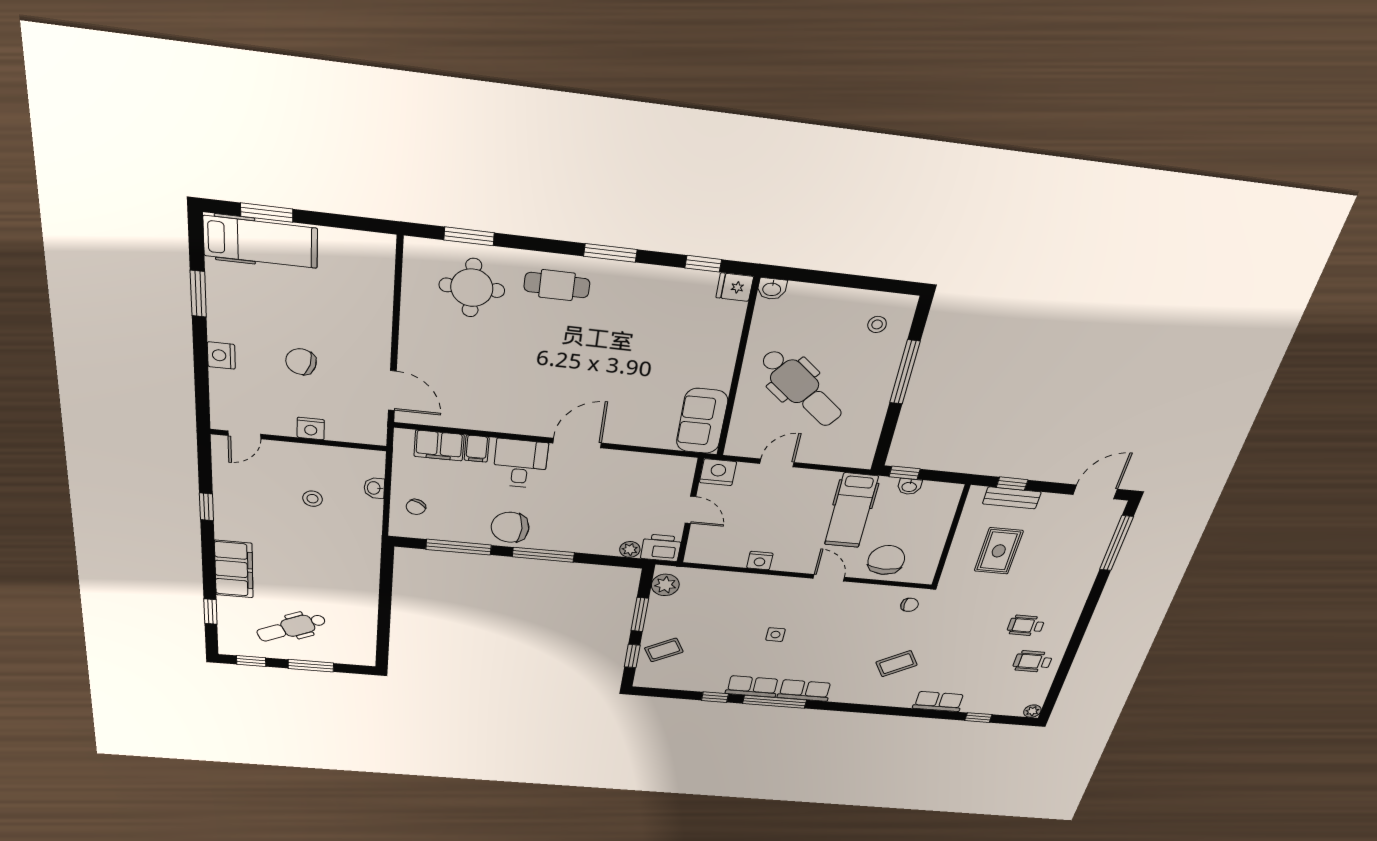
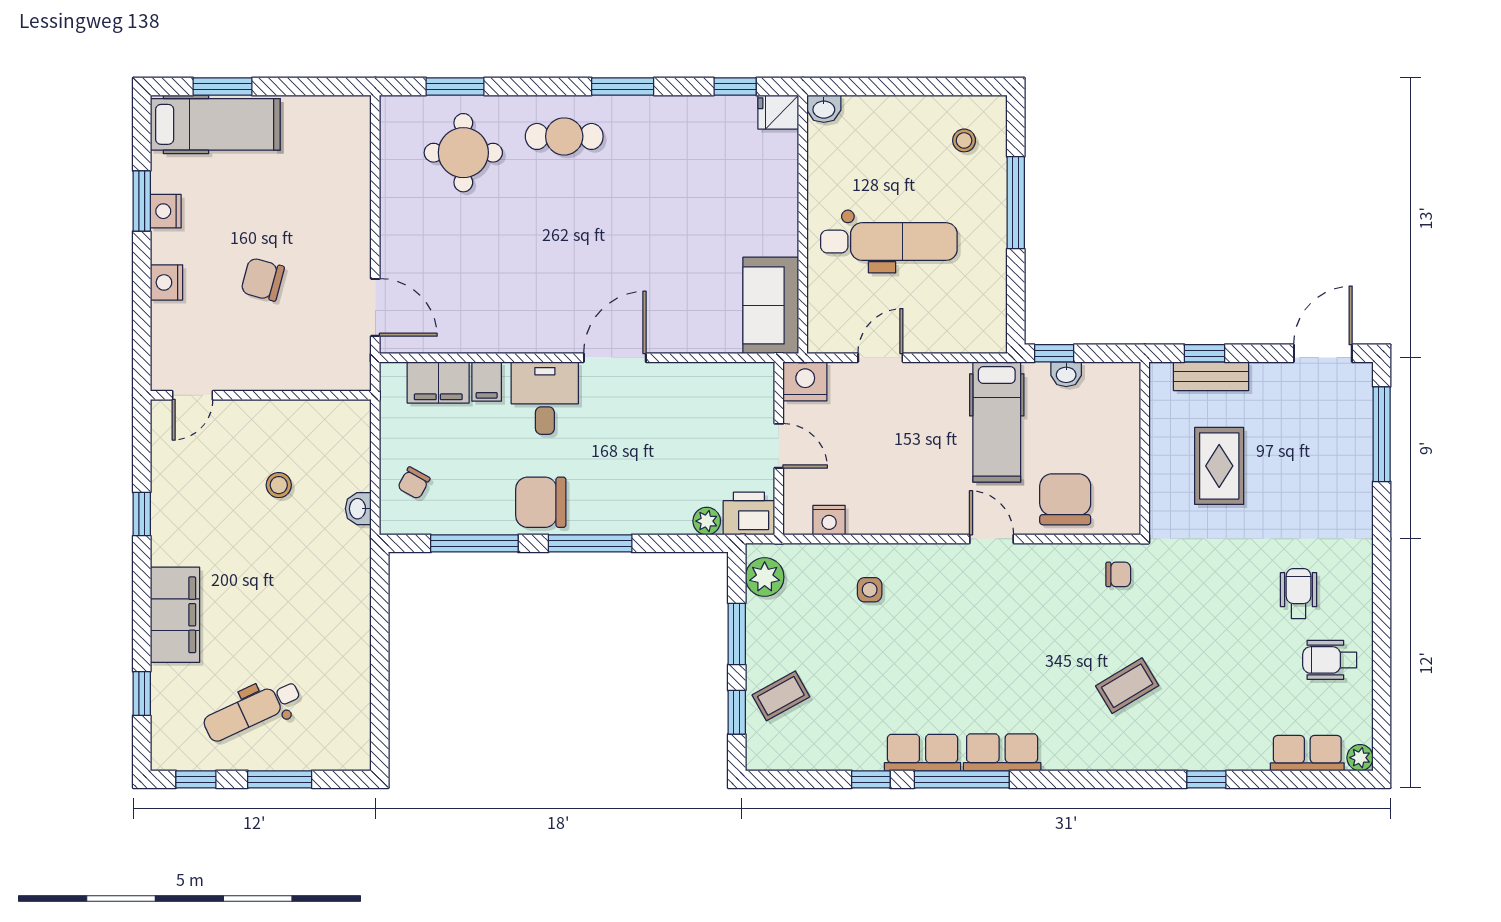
dental chair: (801, 388) -> (889, 242), turned -39
nightstand: (311, 428) -> (166, 211), moved, turned 90
washbasin: (374, 488) -> (358, 509), moved
nightstand: (760, 561) -> (829, 520), moved
wheelchair: (1026, 626) -> (1298, 594), turned 90
side table: (776, 635) -> (870, 590), moved
row of seats: (939, 701) -> (1307, 753), moved
window: (978, 718) -> (1206, 779), moved

